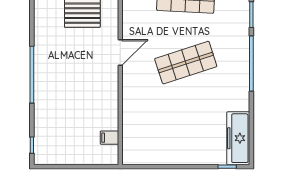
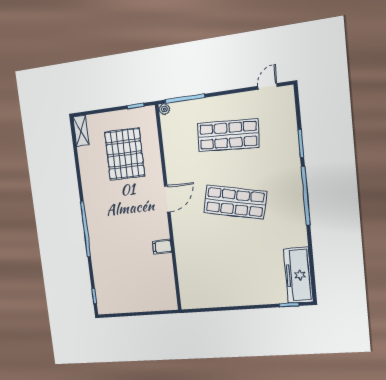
shop shelf: (186, 63) -> (235, 202), turned 30
filing cabinet: (109, 138) -> (162, 247), moved

